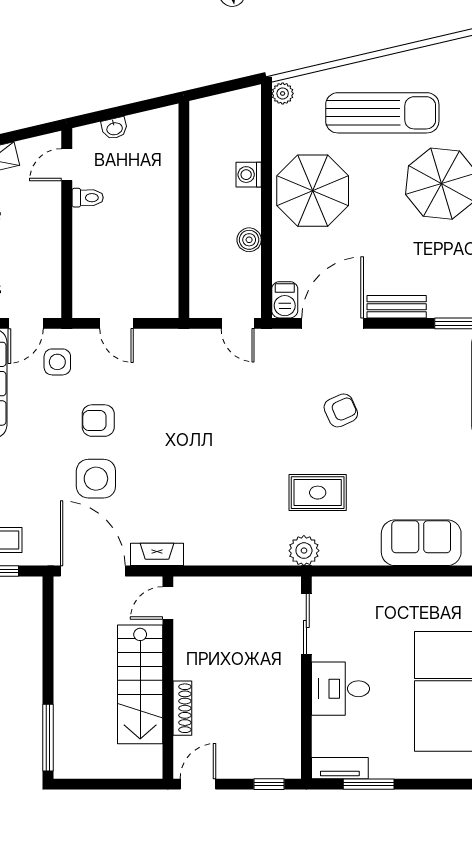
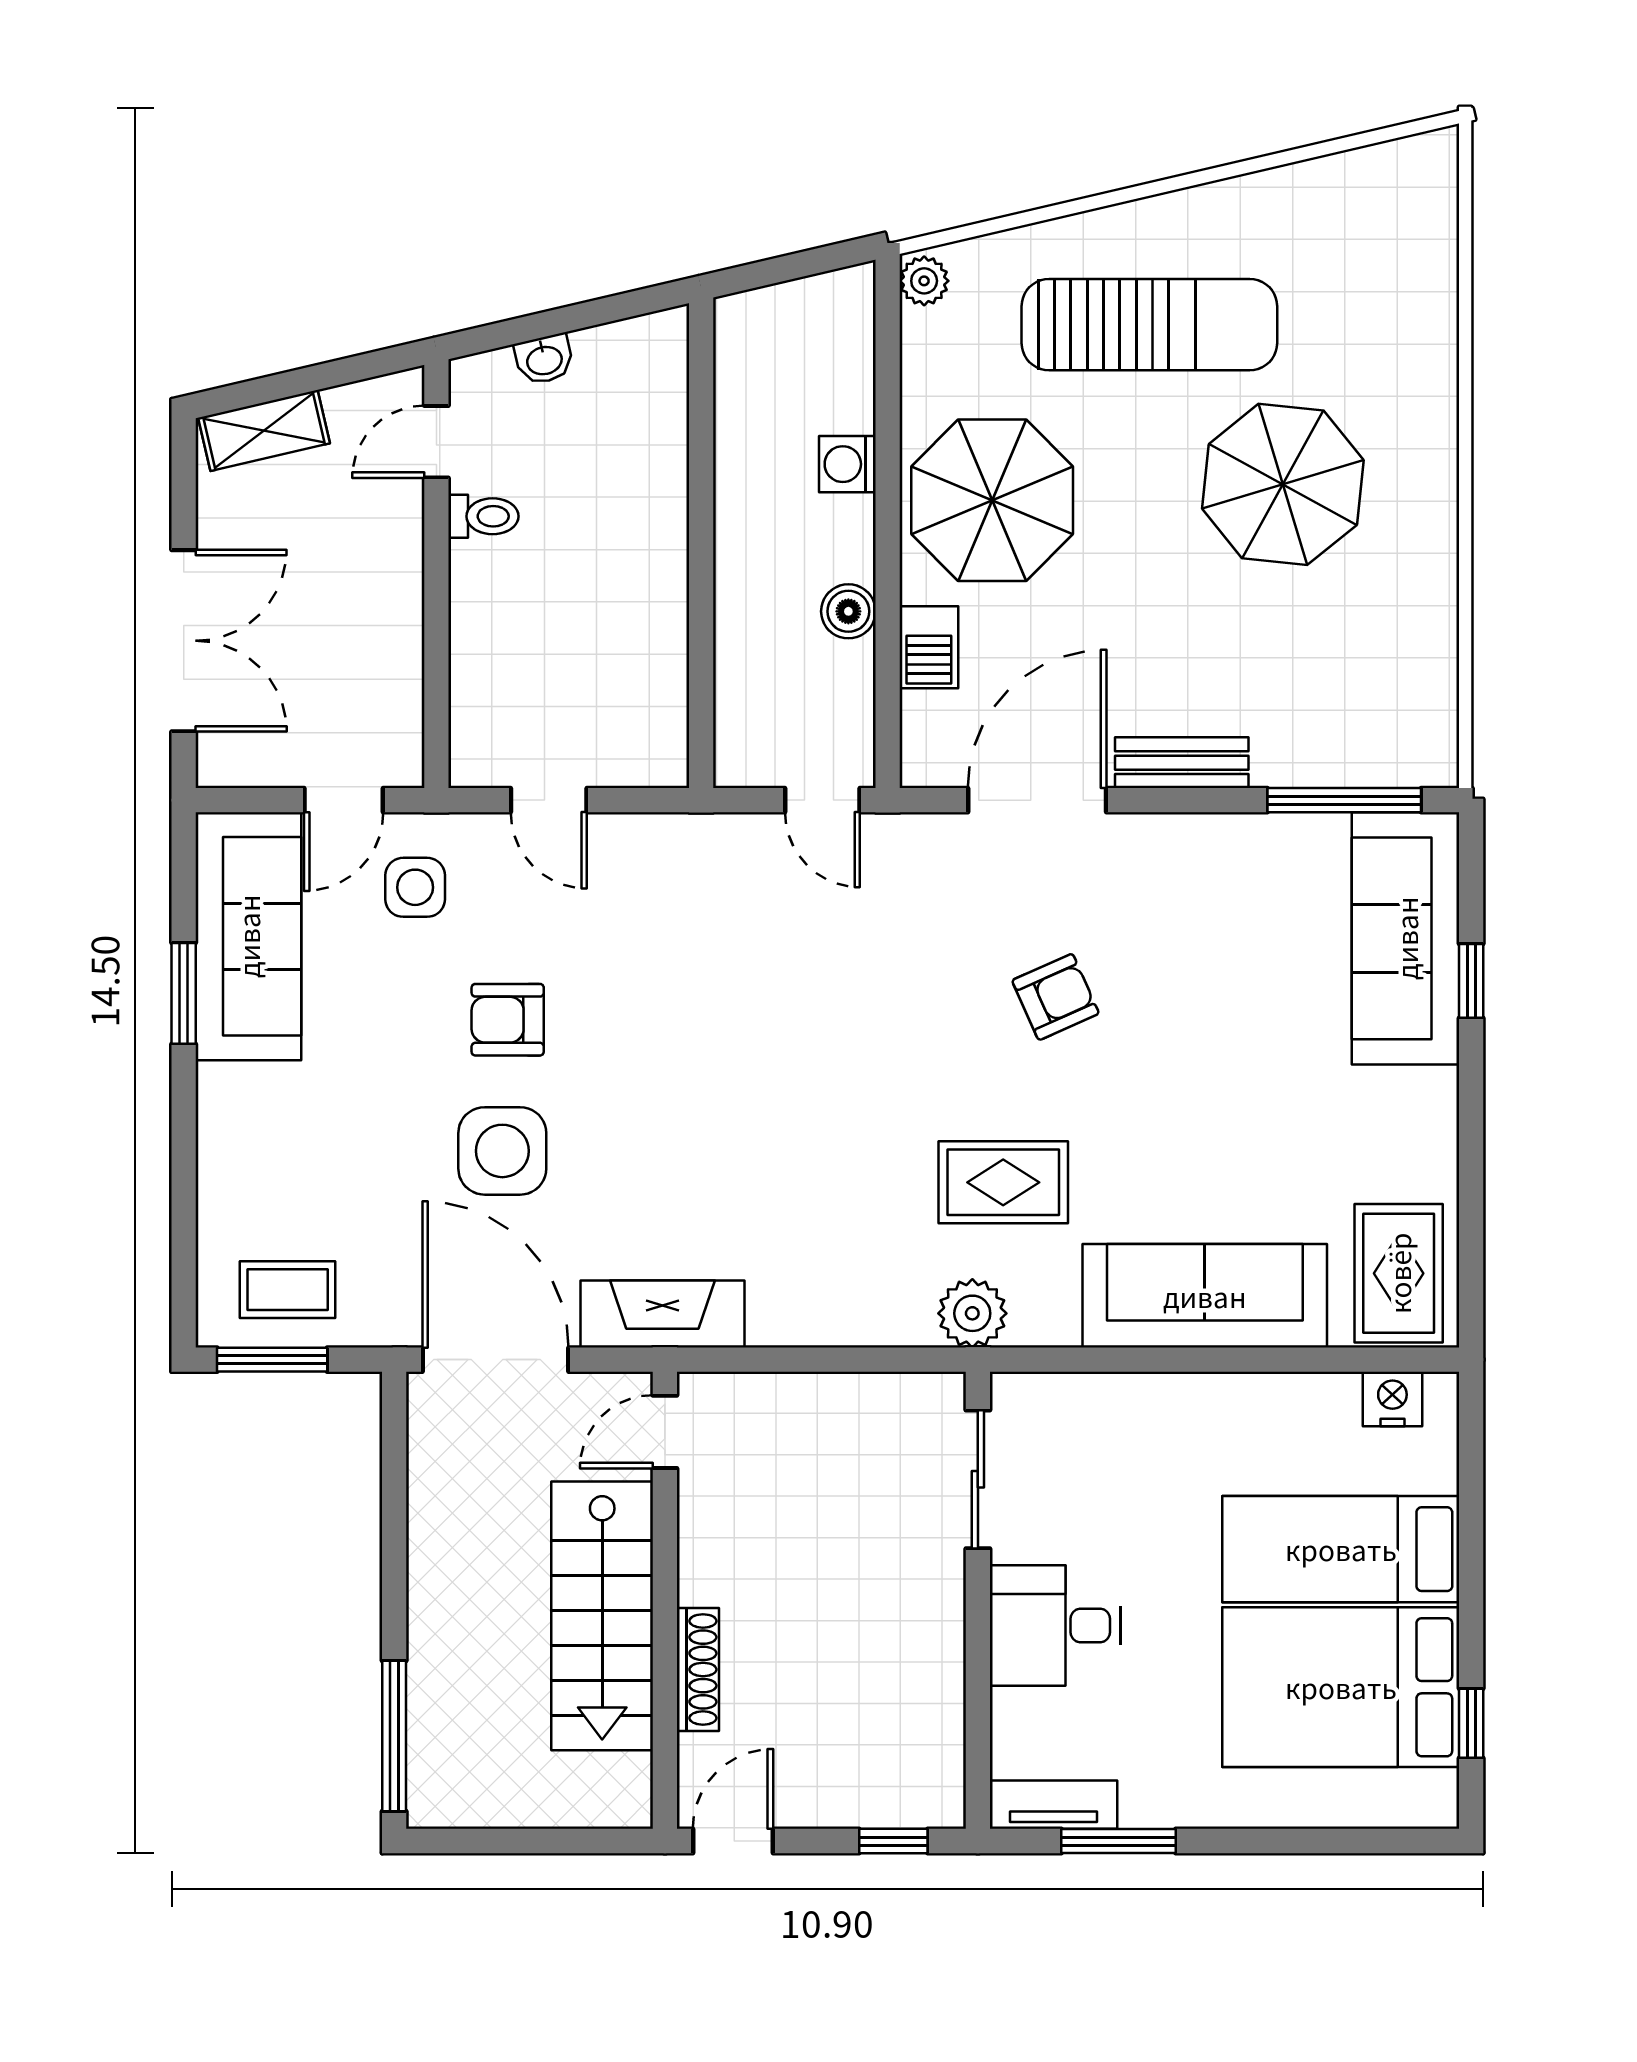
barbecue: (285, 300) -> (929, 647), moved
sofa: (421, 543) -> (1205, 1296), width x1.36
fireplace: (157, 554) -> (662, 1314), width x1.37, depth x1.32

